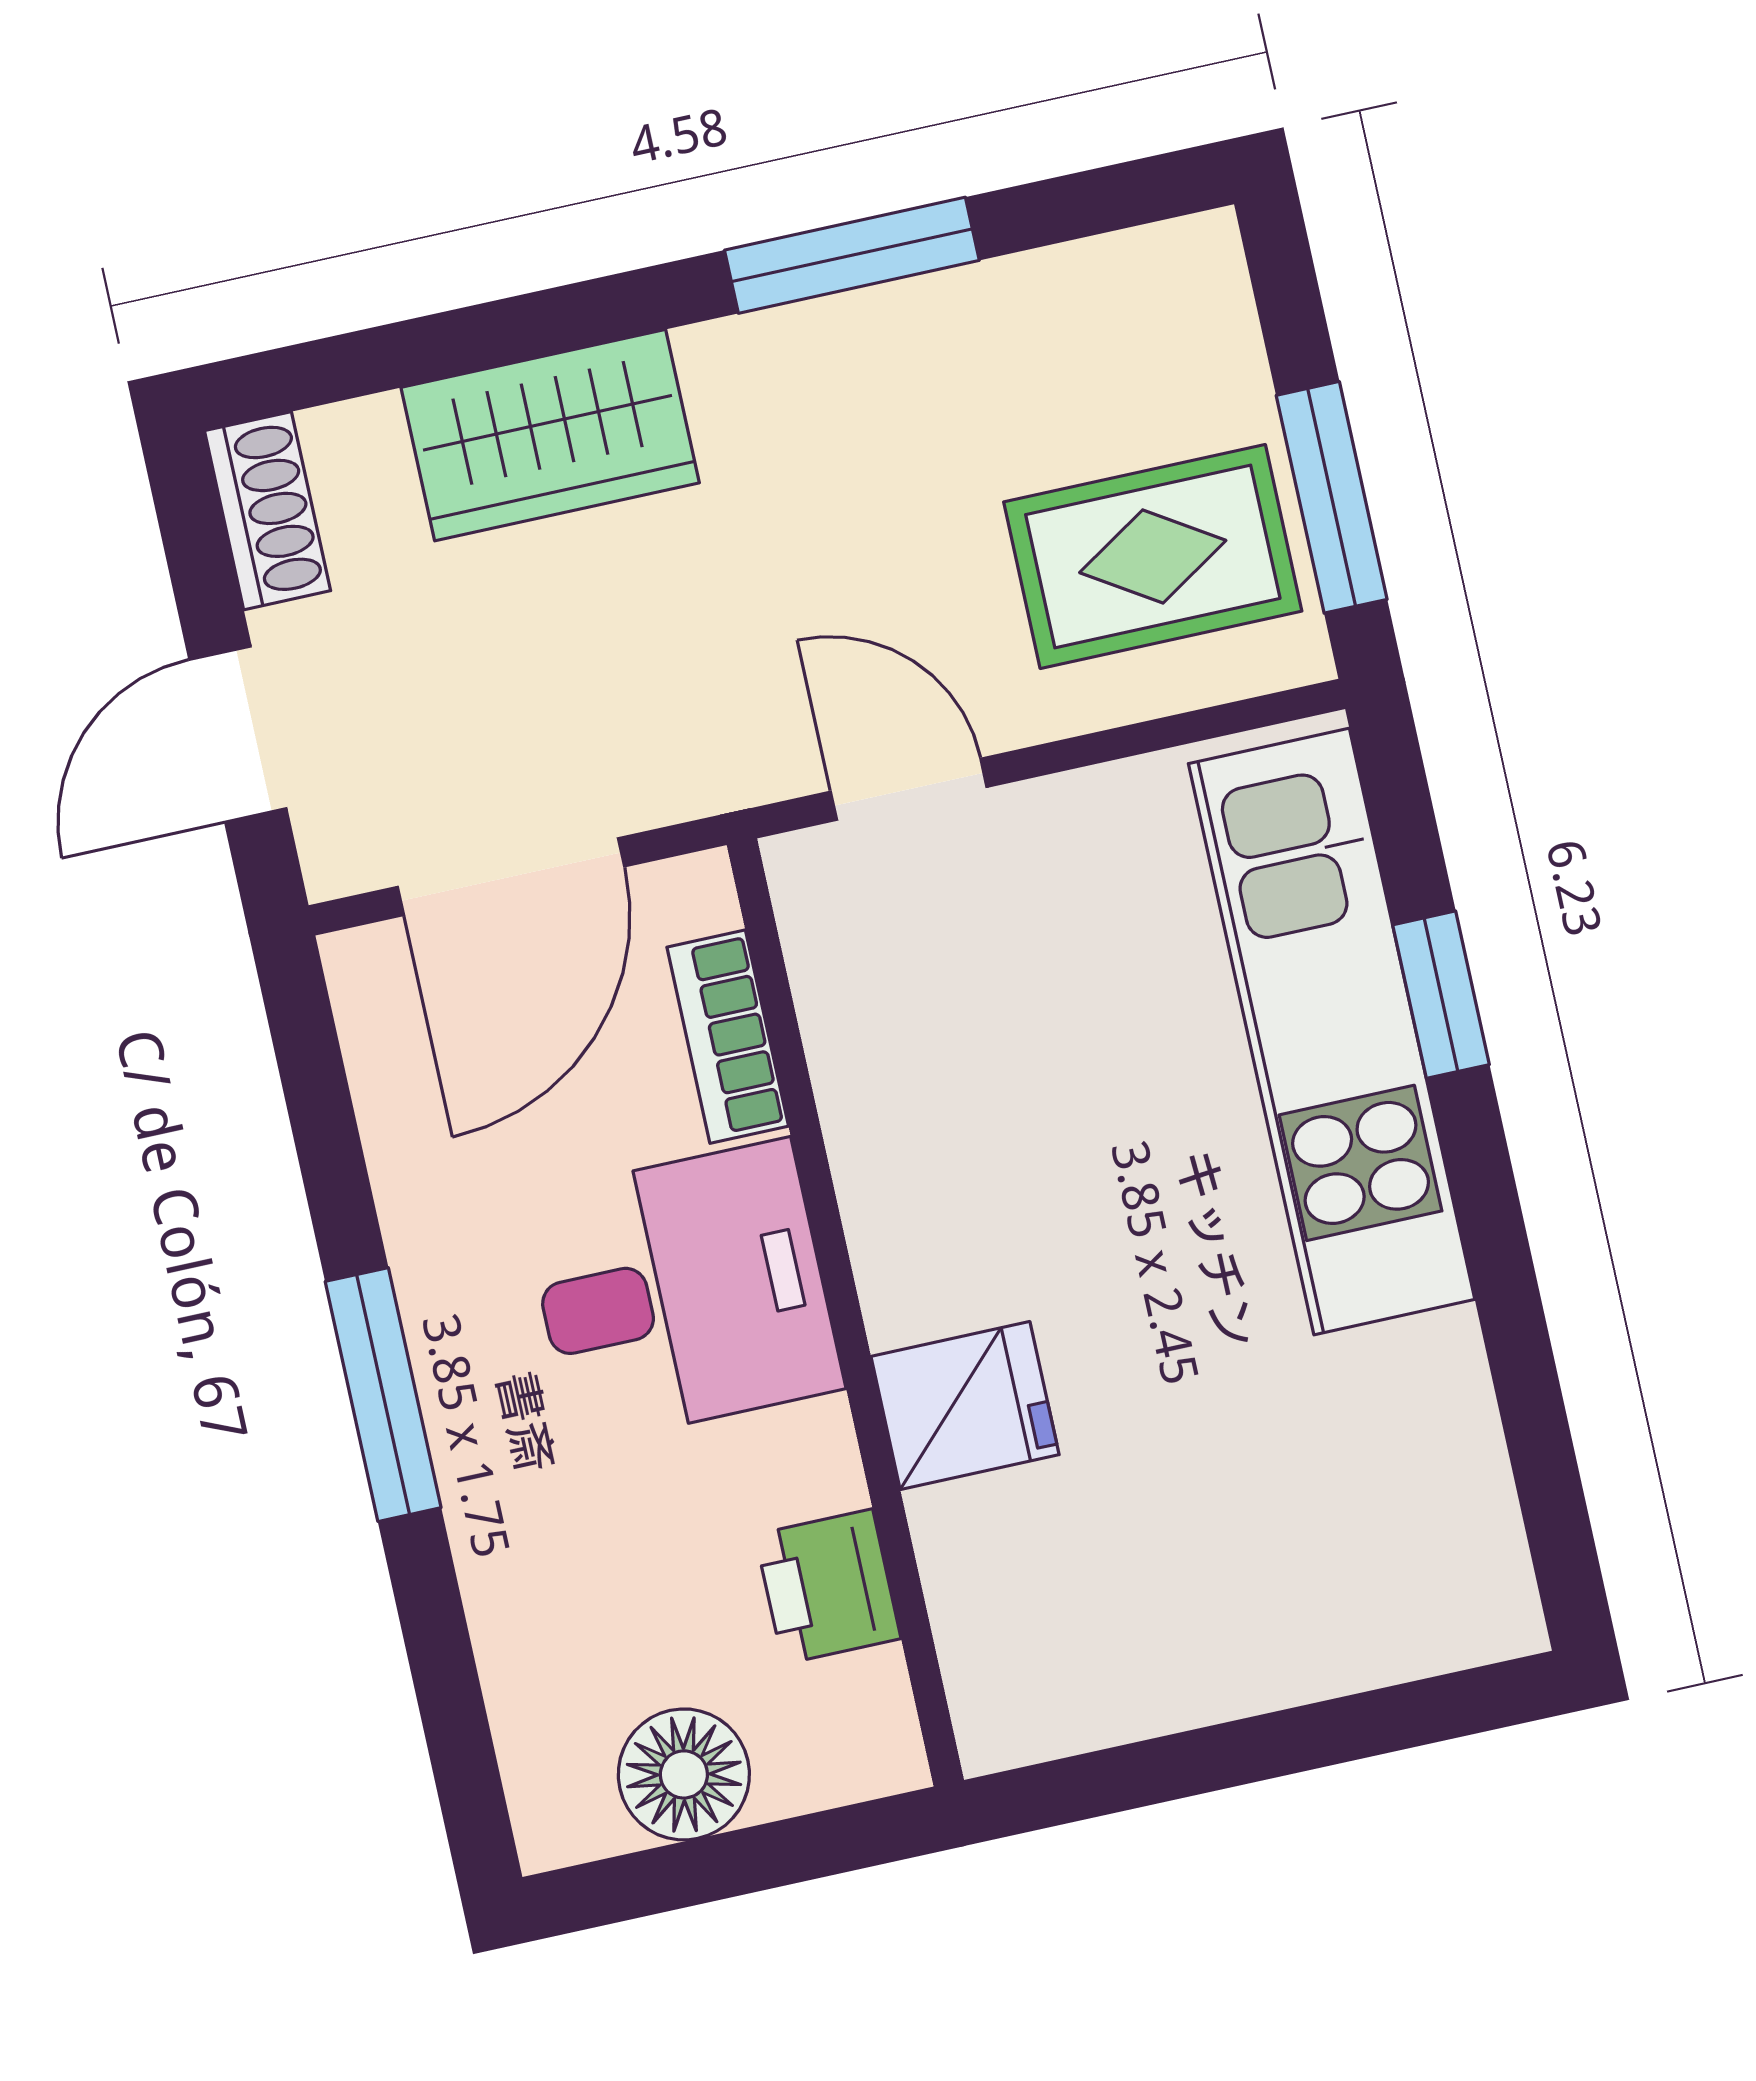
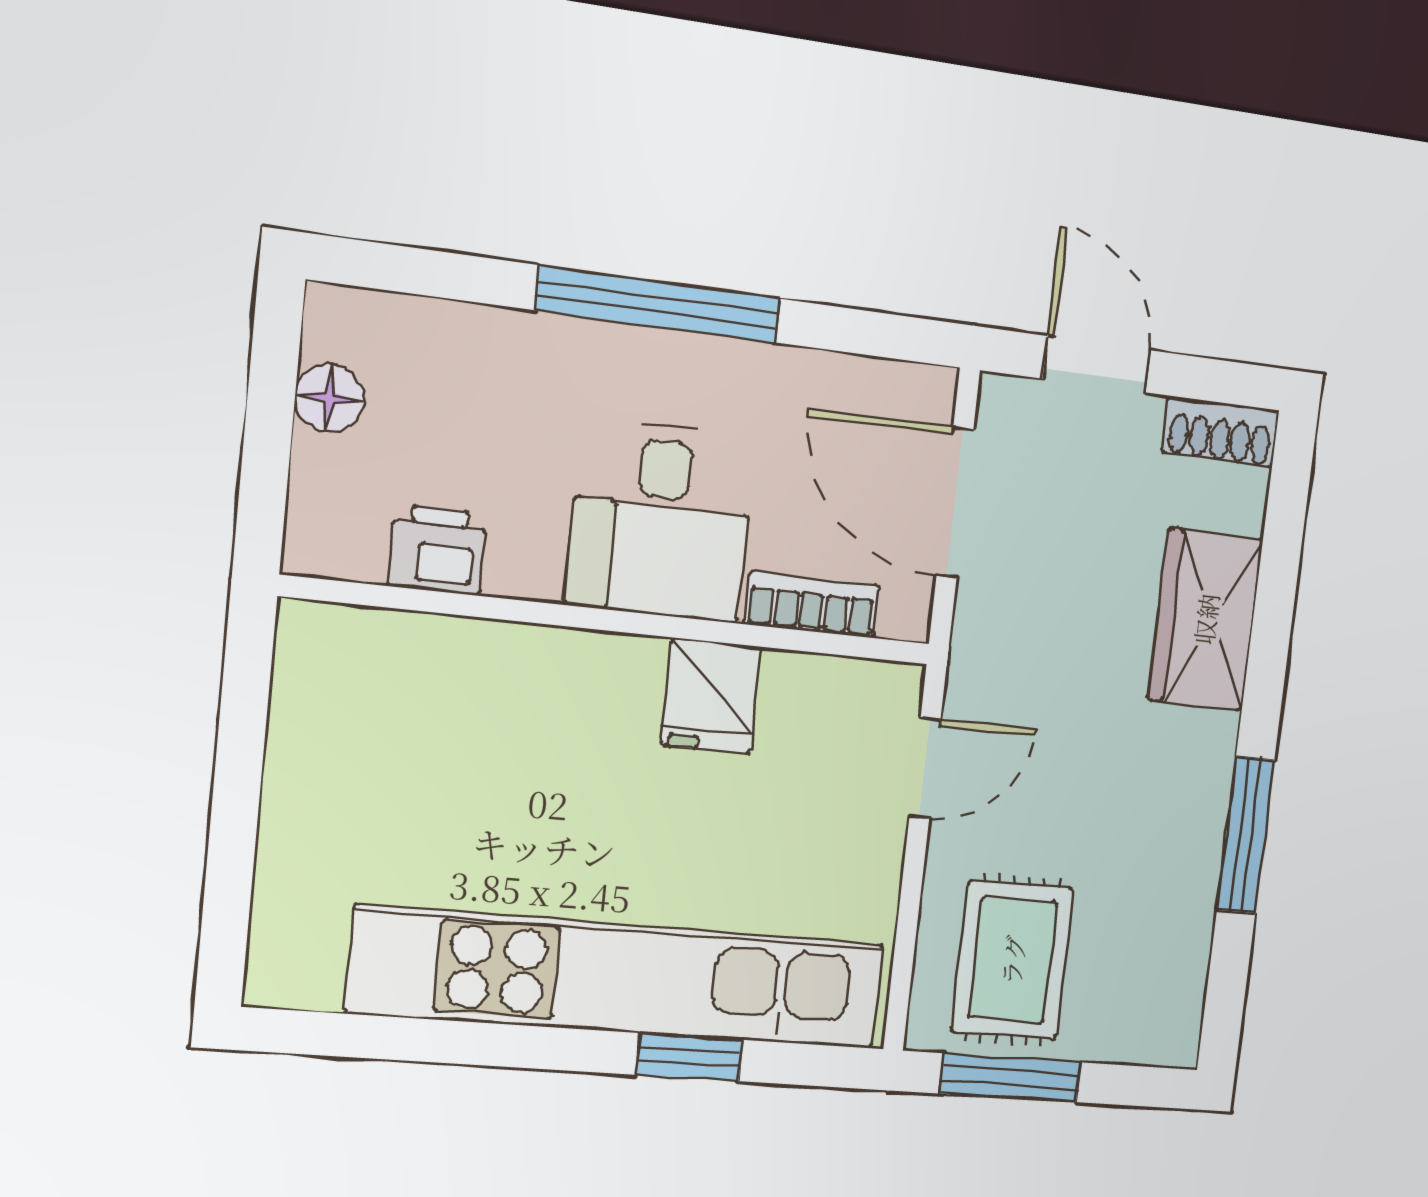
kitchen unit: (1332, 1032) -> (620, 978), width x1.36
window: (383, 1395) -> (658, 304), width x1.44
fridge: (965, 1406) -> (711, 696), moved
floor lamp: (684, 1774) -> (330, 398), width x0.73, depth x0.73

